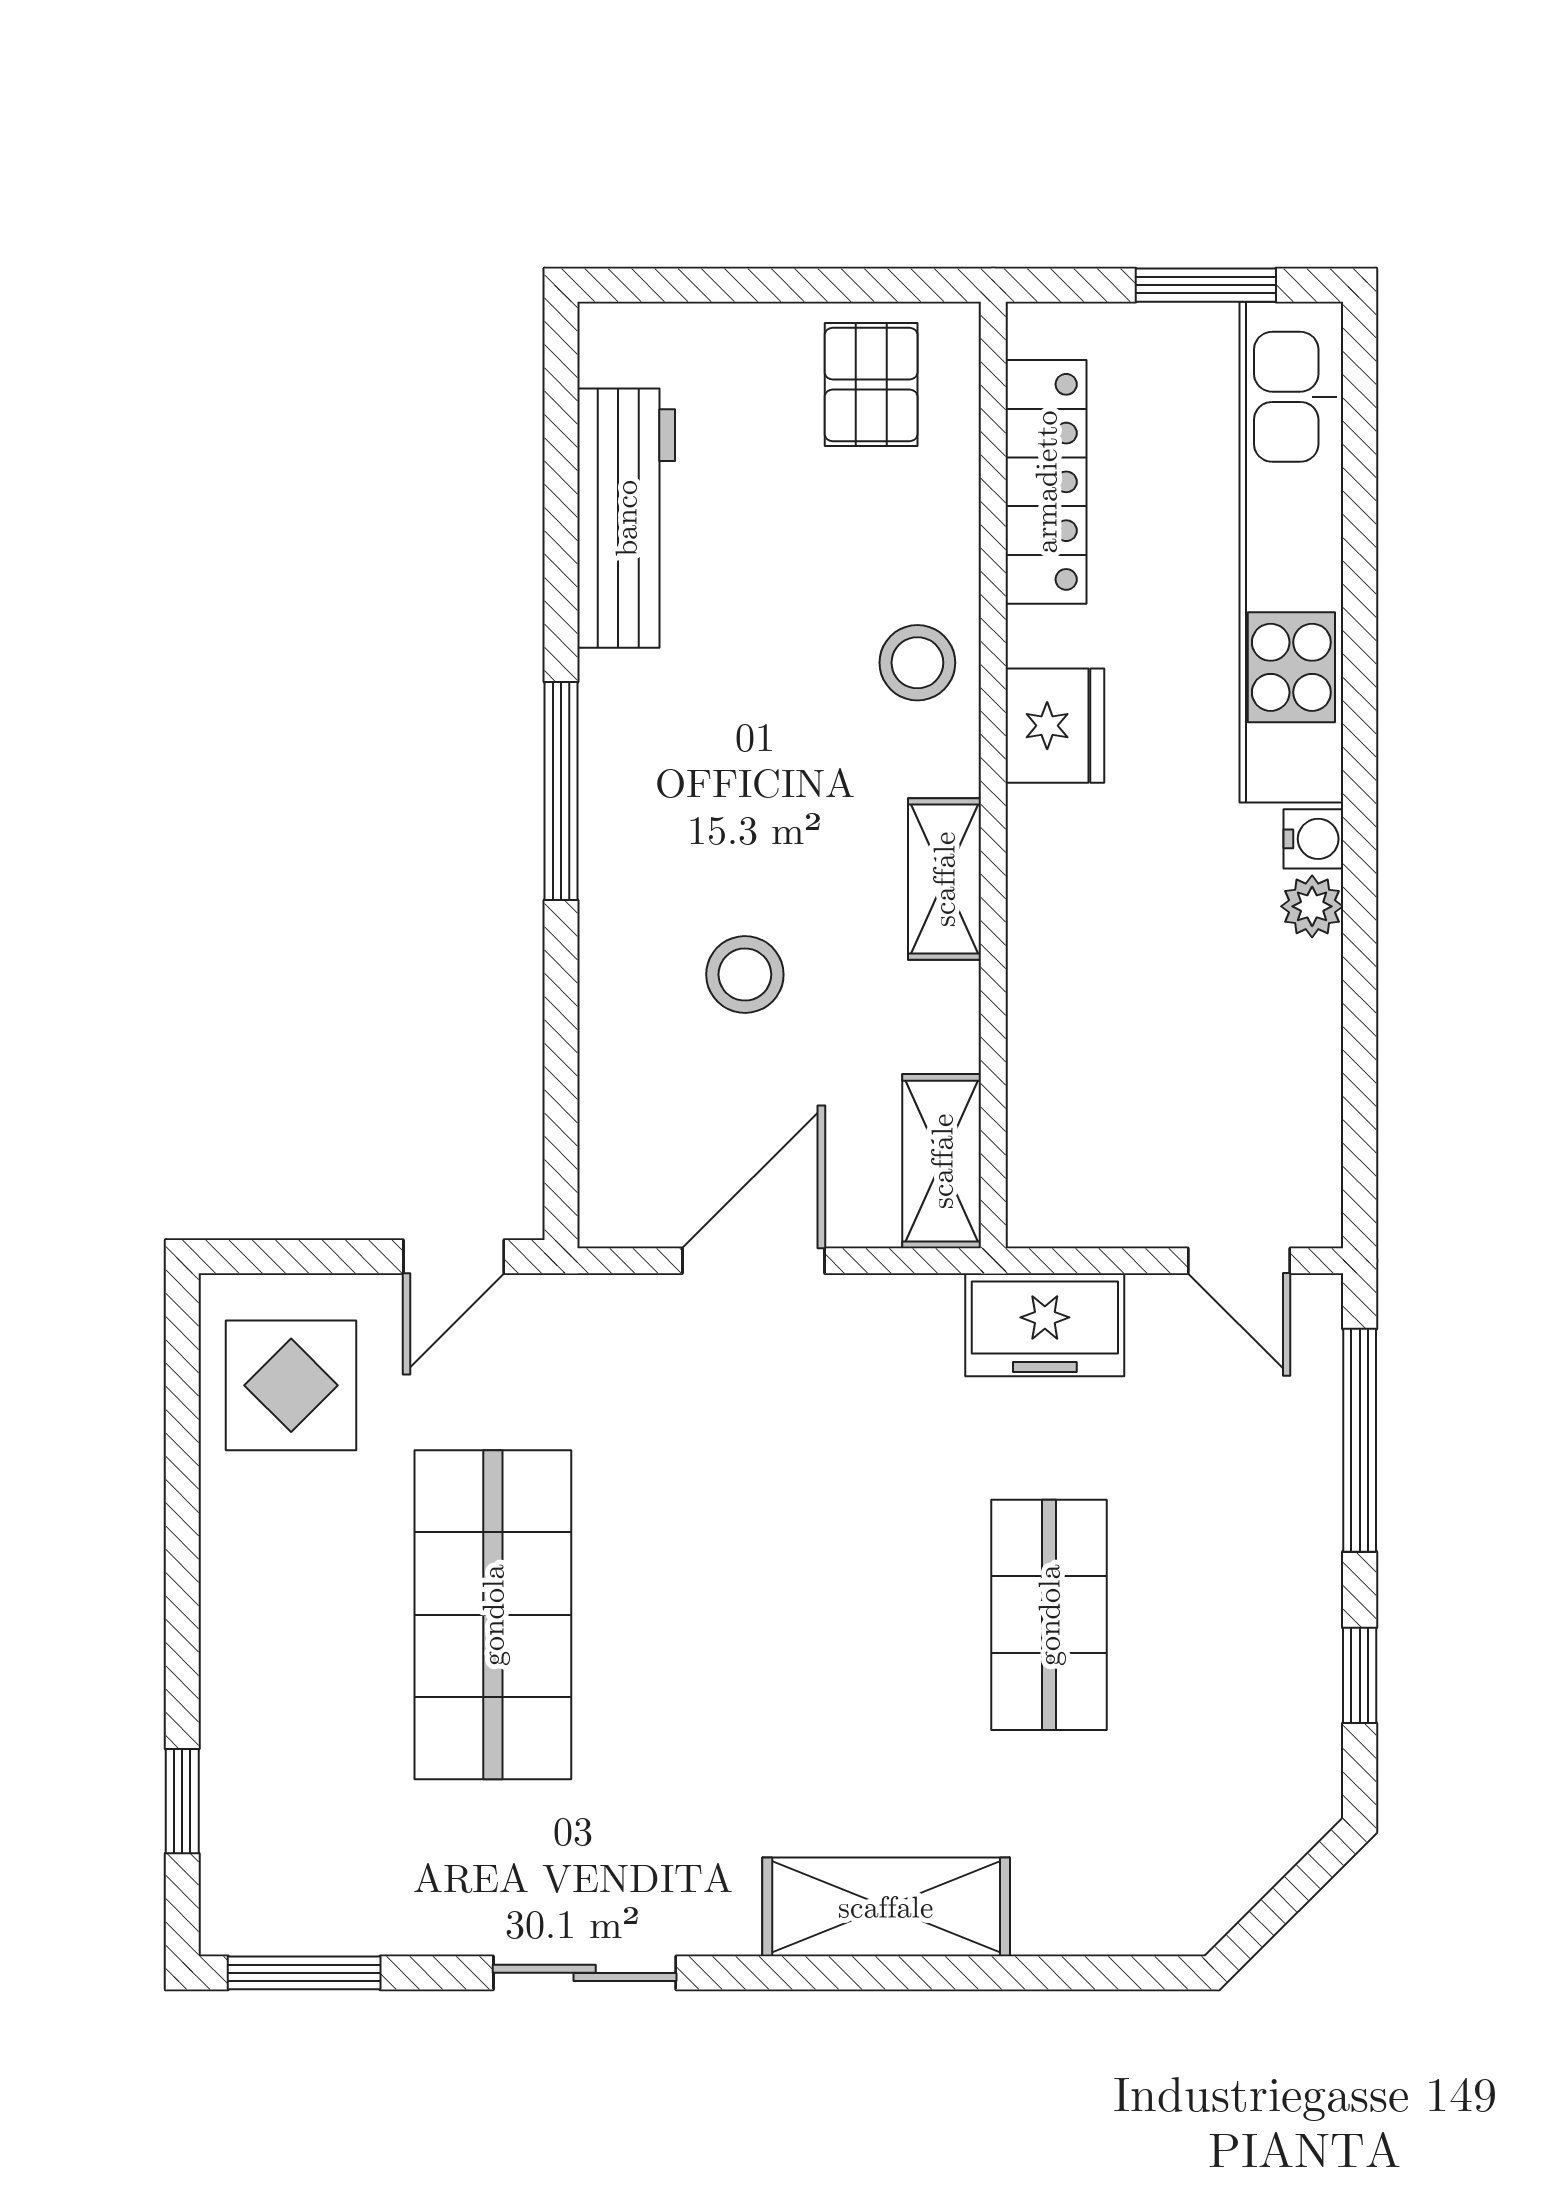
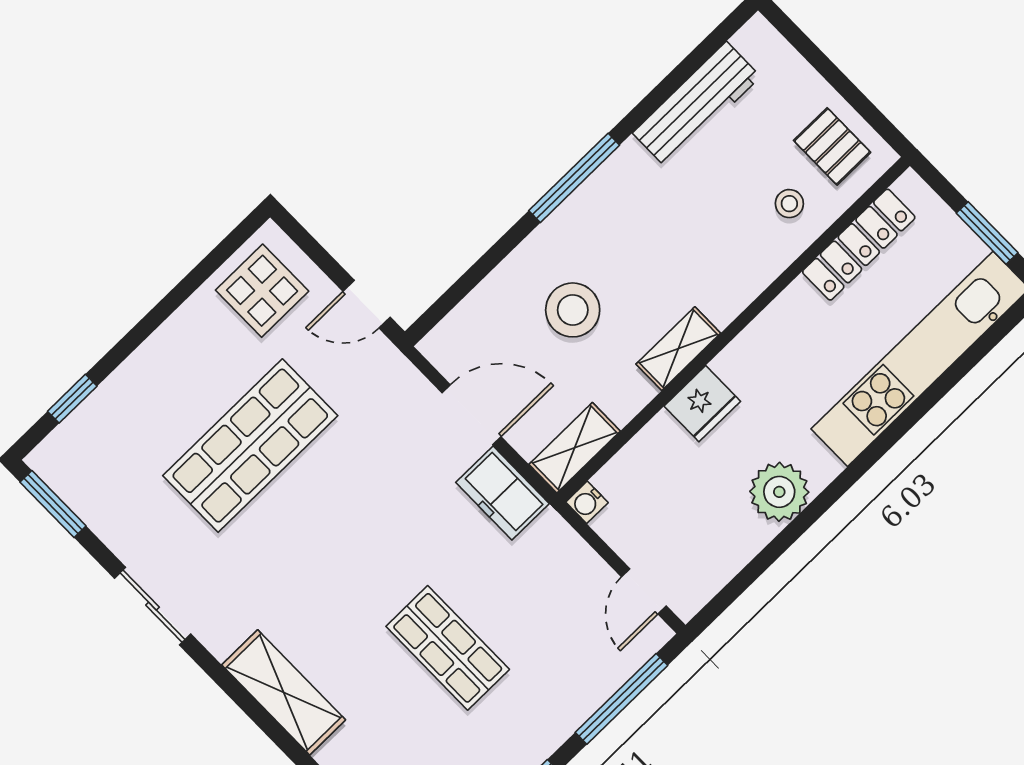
pallet: (871, 384) -> (832, 146), turned 90
stool: (917, 663) -> (789, 204), moved, width x0.73, depth x0.73
fridge: (1055, 726) -> (702, 404), moved
water cooler: (1313, 839) -> (587, 502), moved, turned 90
plant: (1312, 906) -> (779, 492), width x1.87, depth x1.87
stool: (745, 974) -> (573, 310), width x1.38, depth x1.38
freezer: (1045, 1325) -> (503, 493), moved
shop shelf: (1049, 1615) -> (448, 648), turned 90

